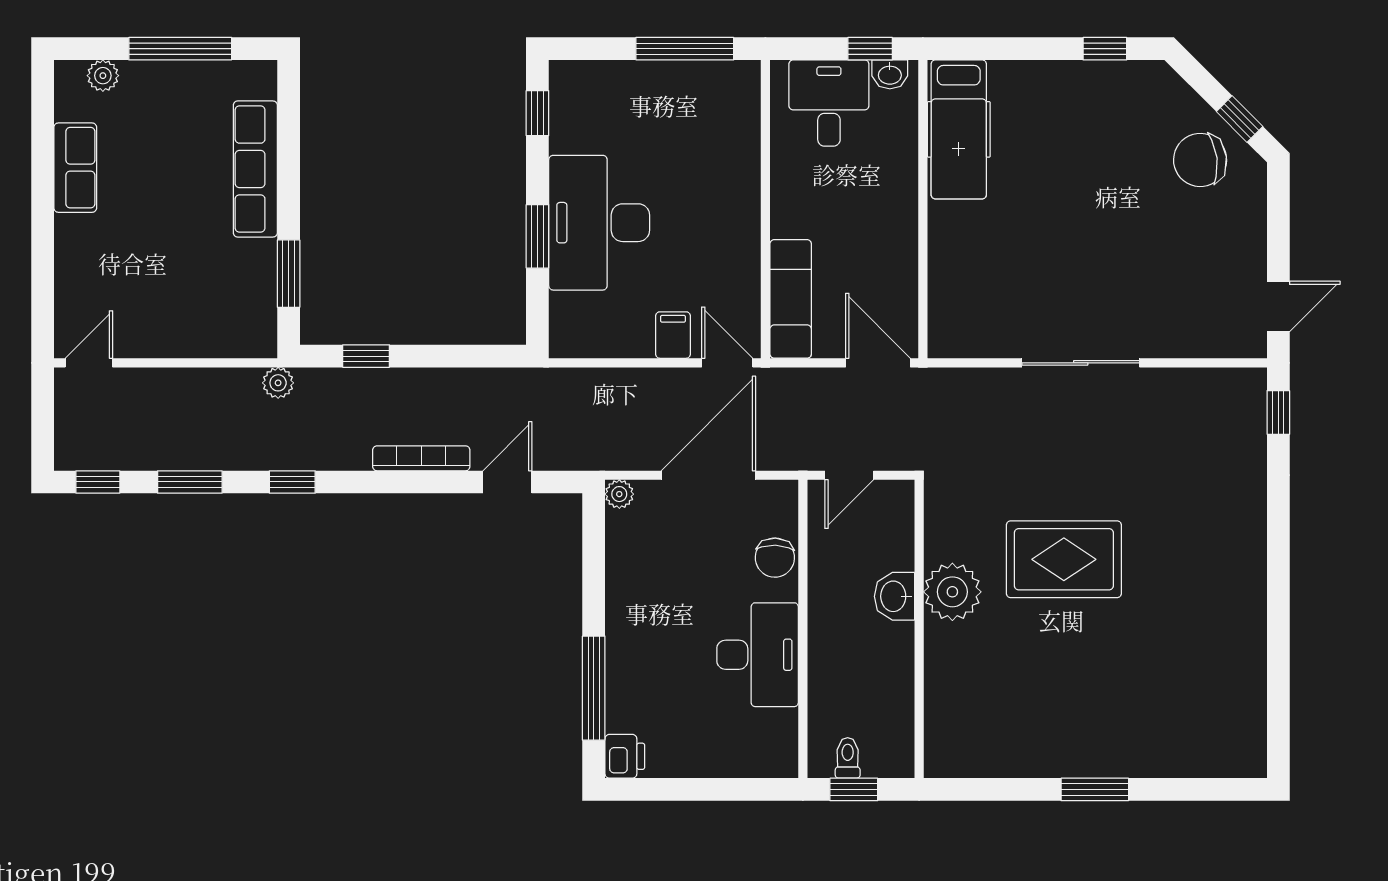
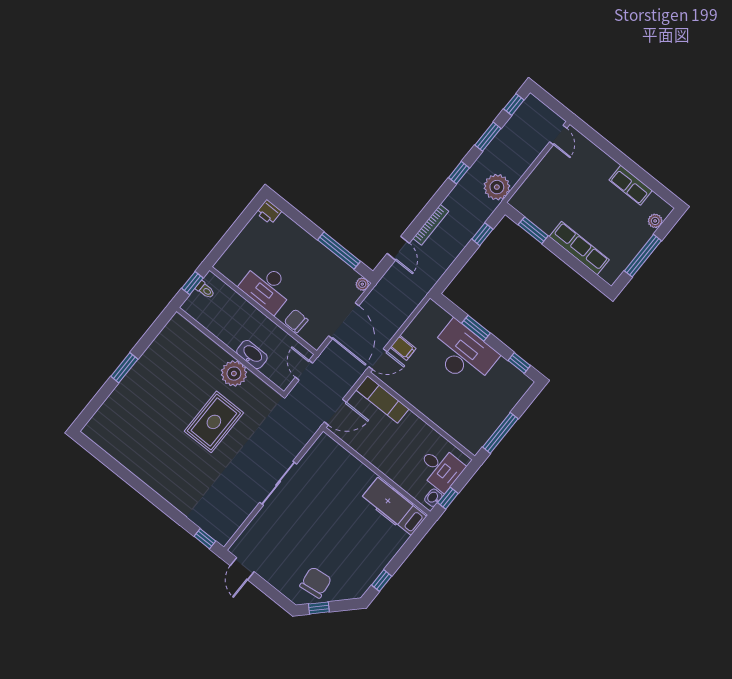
plant: (278, 383) -> (497, 187), width x1.88, depth x1.88
washbasin: (894, 596) -> (252, 355), width x1.38
window: (594, 688) -> (339, 251), moved

